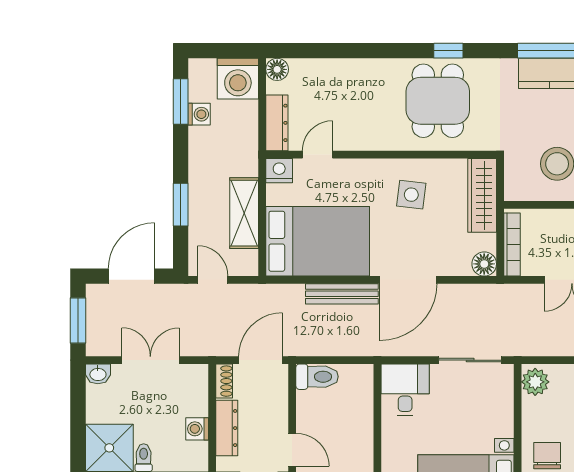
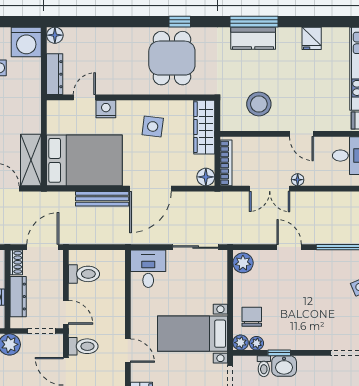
nightstand: (279, 171) -> (106, 109), moved
shelving: (244, 213) -> (31, 160), moved
toilet: (317, 377) -> (84, 274), moved

